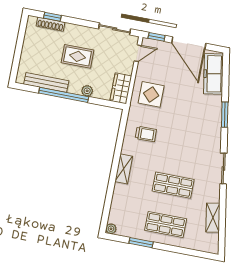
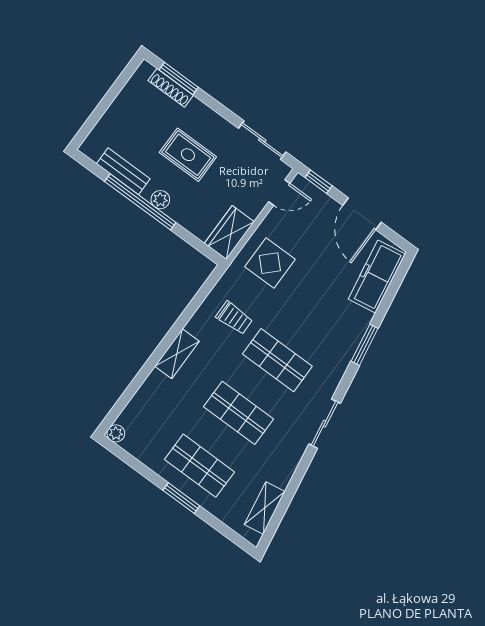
window: (52, 17) -> (179, 79), width x1.50
door: (189, 43) -> (362, 214), width x0.73
bench: (46, 82) -> (123, 171), width x0.73
plant: (87, 91) -> (160, 200), moved
shop shelf: (181, 146) -> (277, 360), added
shelving: (213, 218) -> (265, 508), moved
window: (141, 243) -> (181, 498), moved

